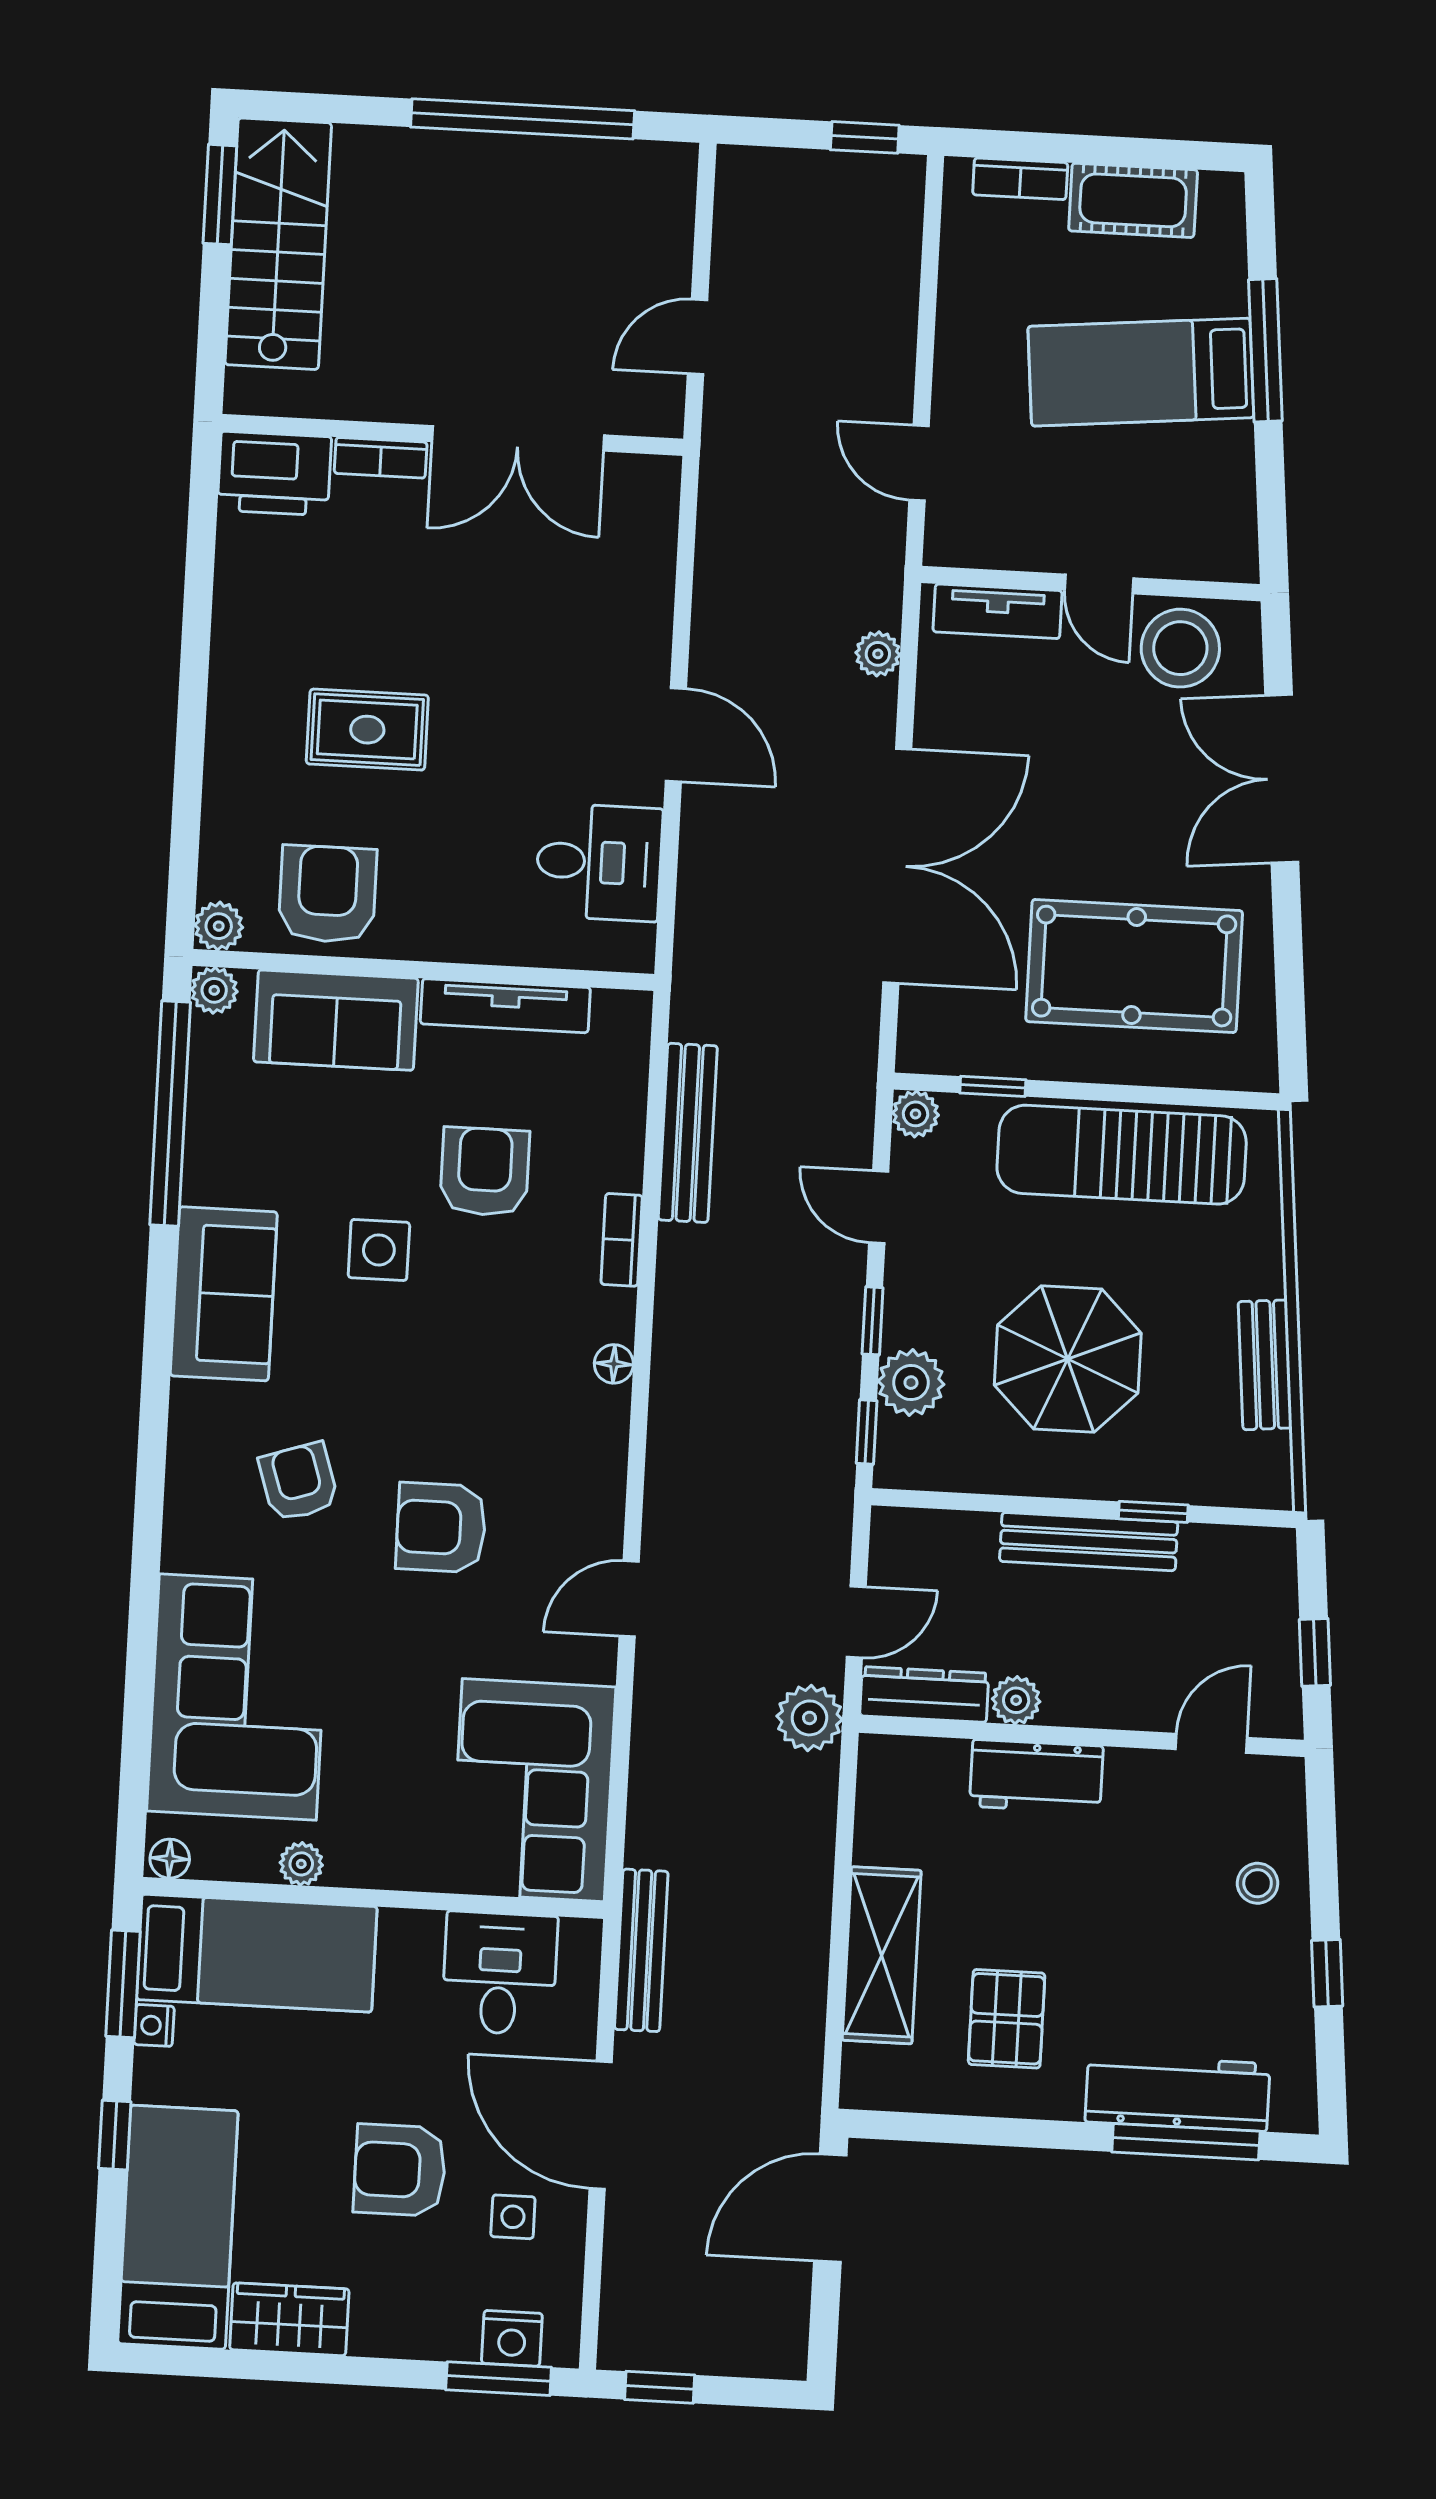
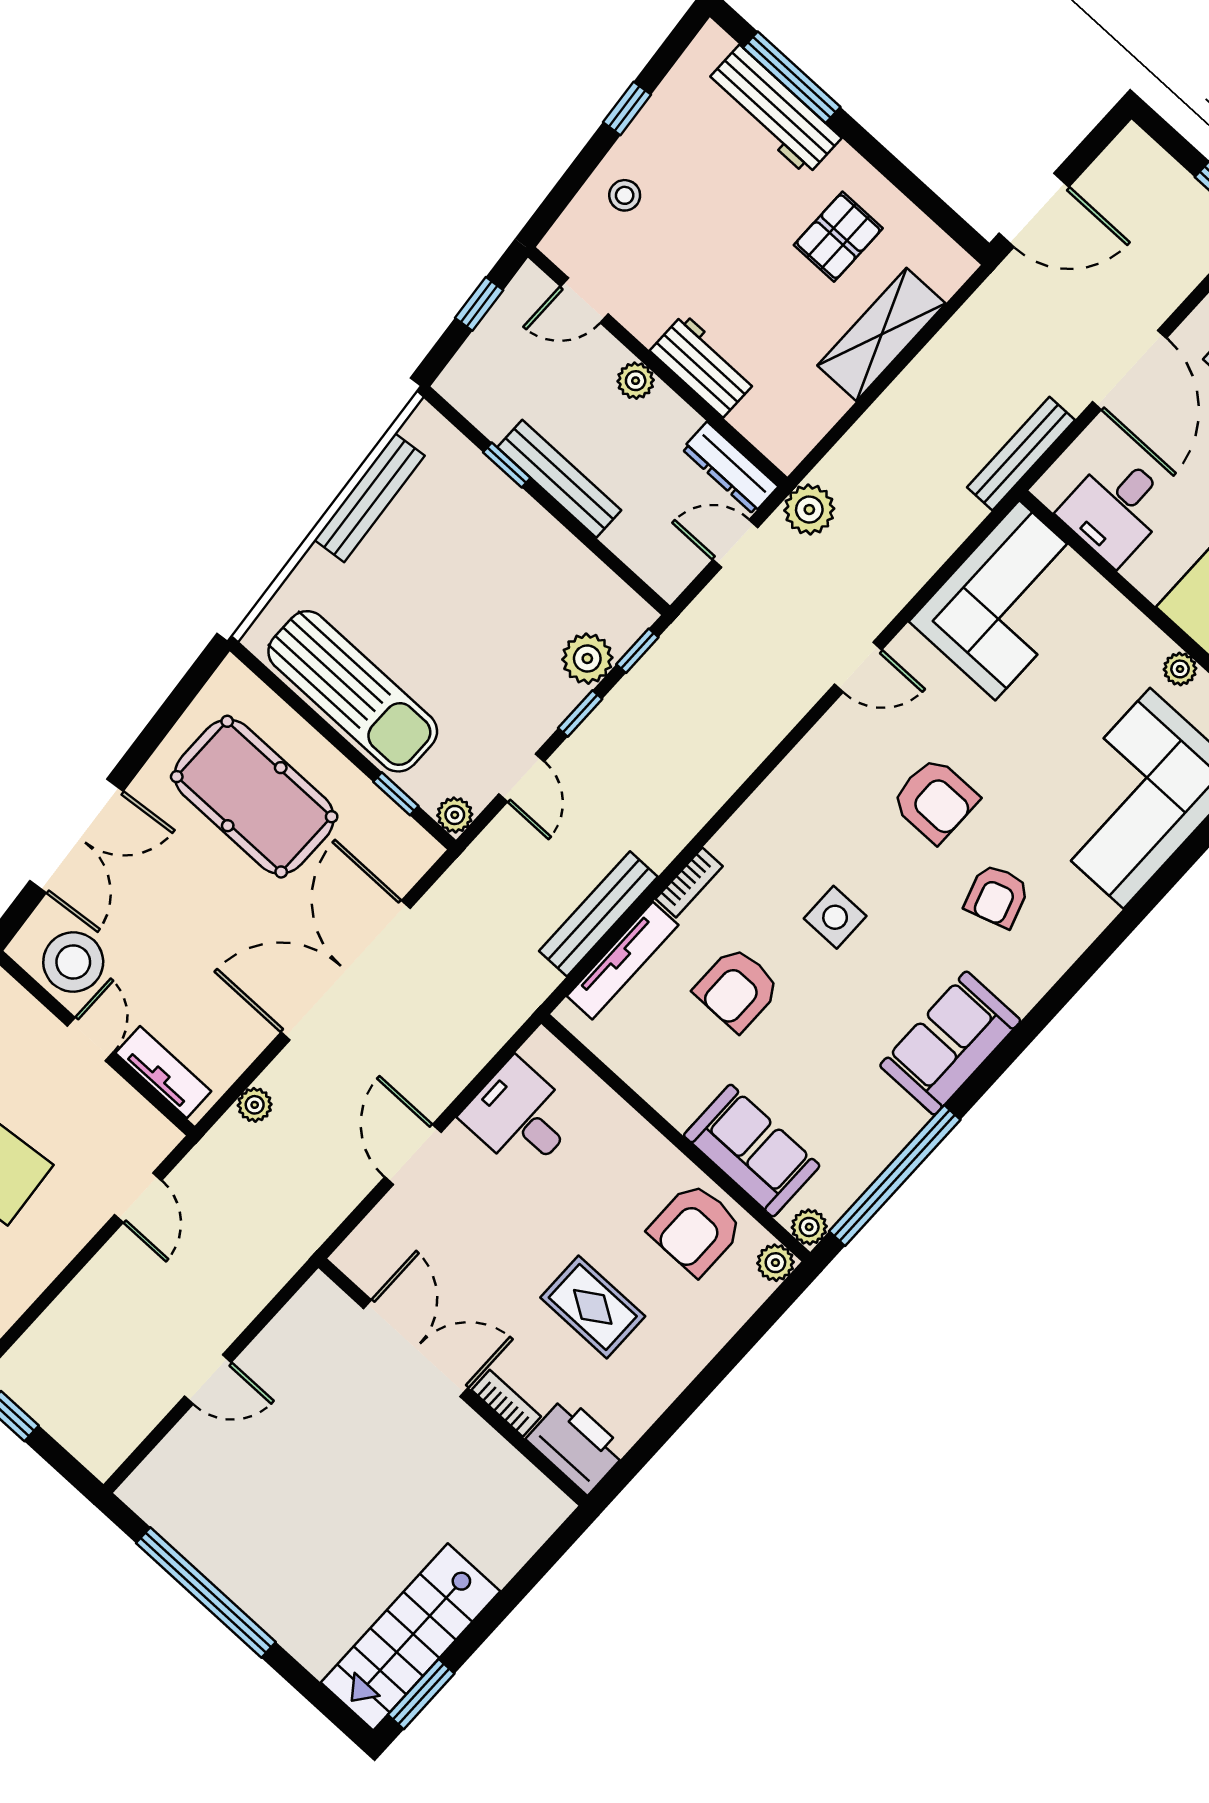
wall: (452, 435) -> (453, 1382), moved
double door: (518, 438) -> (416, 1348), moved
bookcase: (381, 458) -> (506, 1403), moved
printer: (274, 473) -> (577, 1445), moved
tv unit: (505, 1006) -> (623, 961), moved, turned 90
side table: (379, 1250) -> (835, 917), moved
parasol: (1068, 1359) -> (483, 597), removed
floor lamp: (614, 1364) -> (754, 813), removed
bench: (1265, 1365) -> (370, 498), width x1.36
plant: (1016, 1700) -> (636, 381), moved

